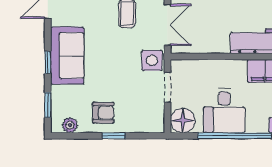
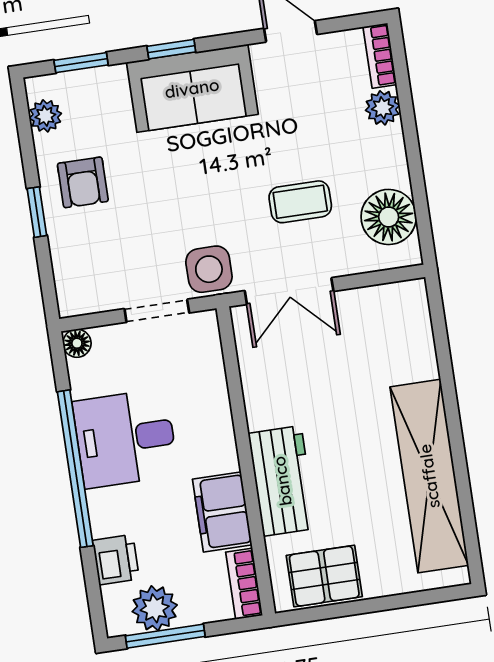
floor lamp: (183, 121) -> (77, 343), width x0.53, depth x0.53

